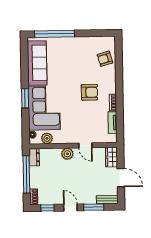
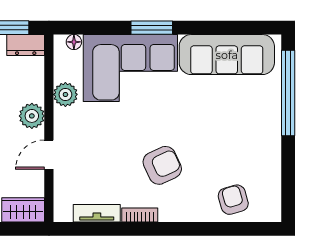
armchair: (89, 92) -> (162, 165), turned -115
plant: (47, 138) -> (65, 94), moved

